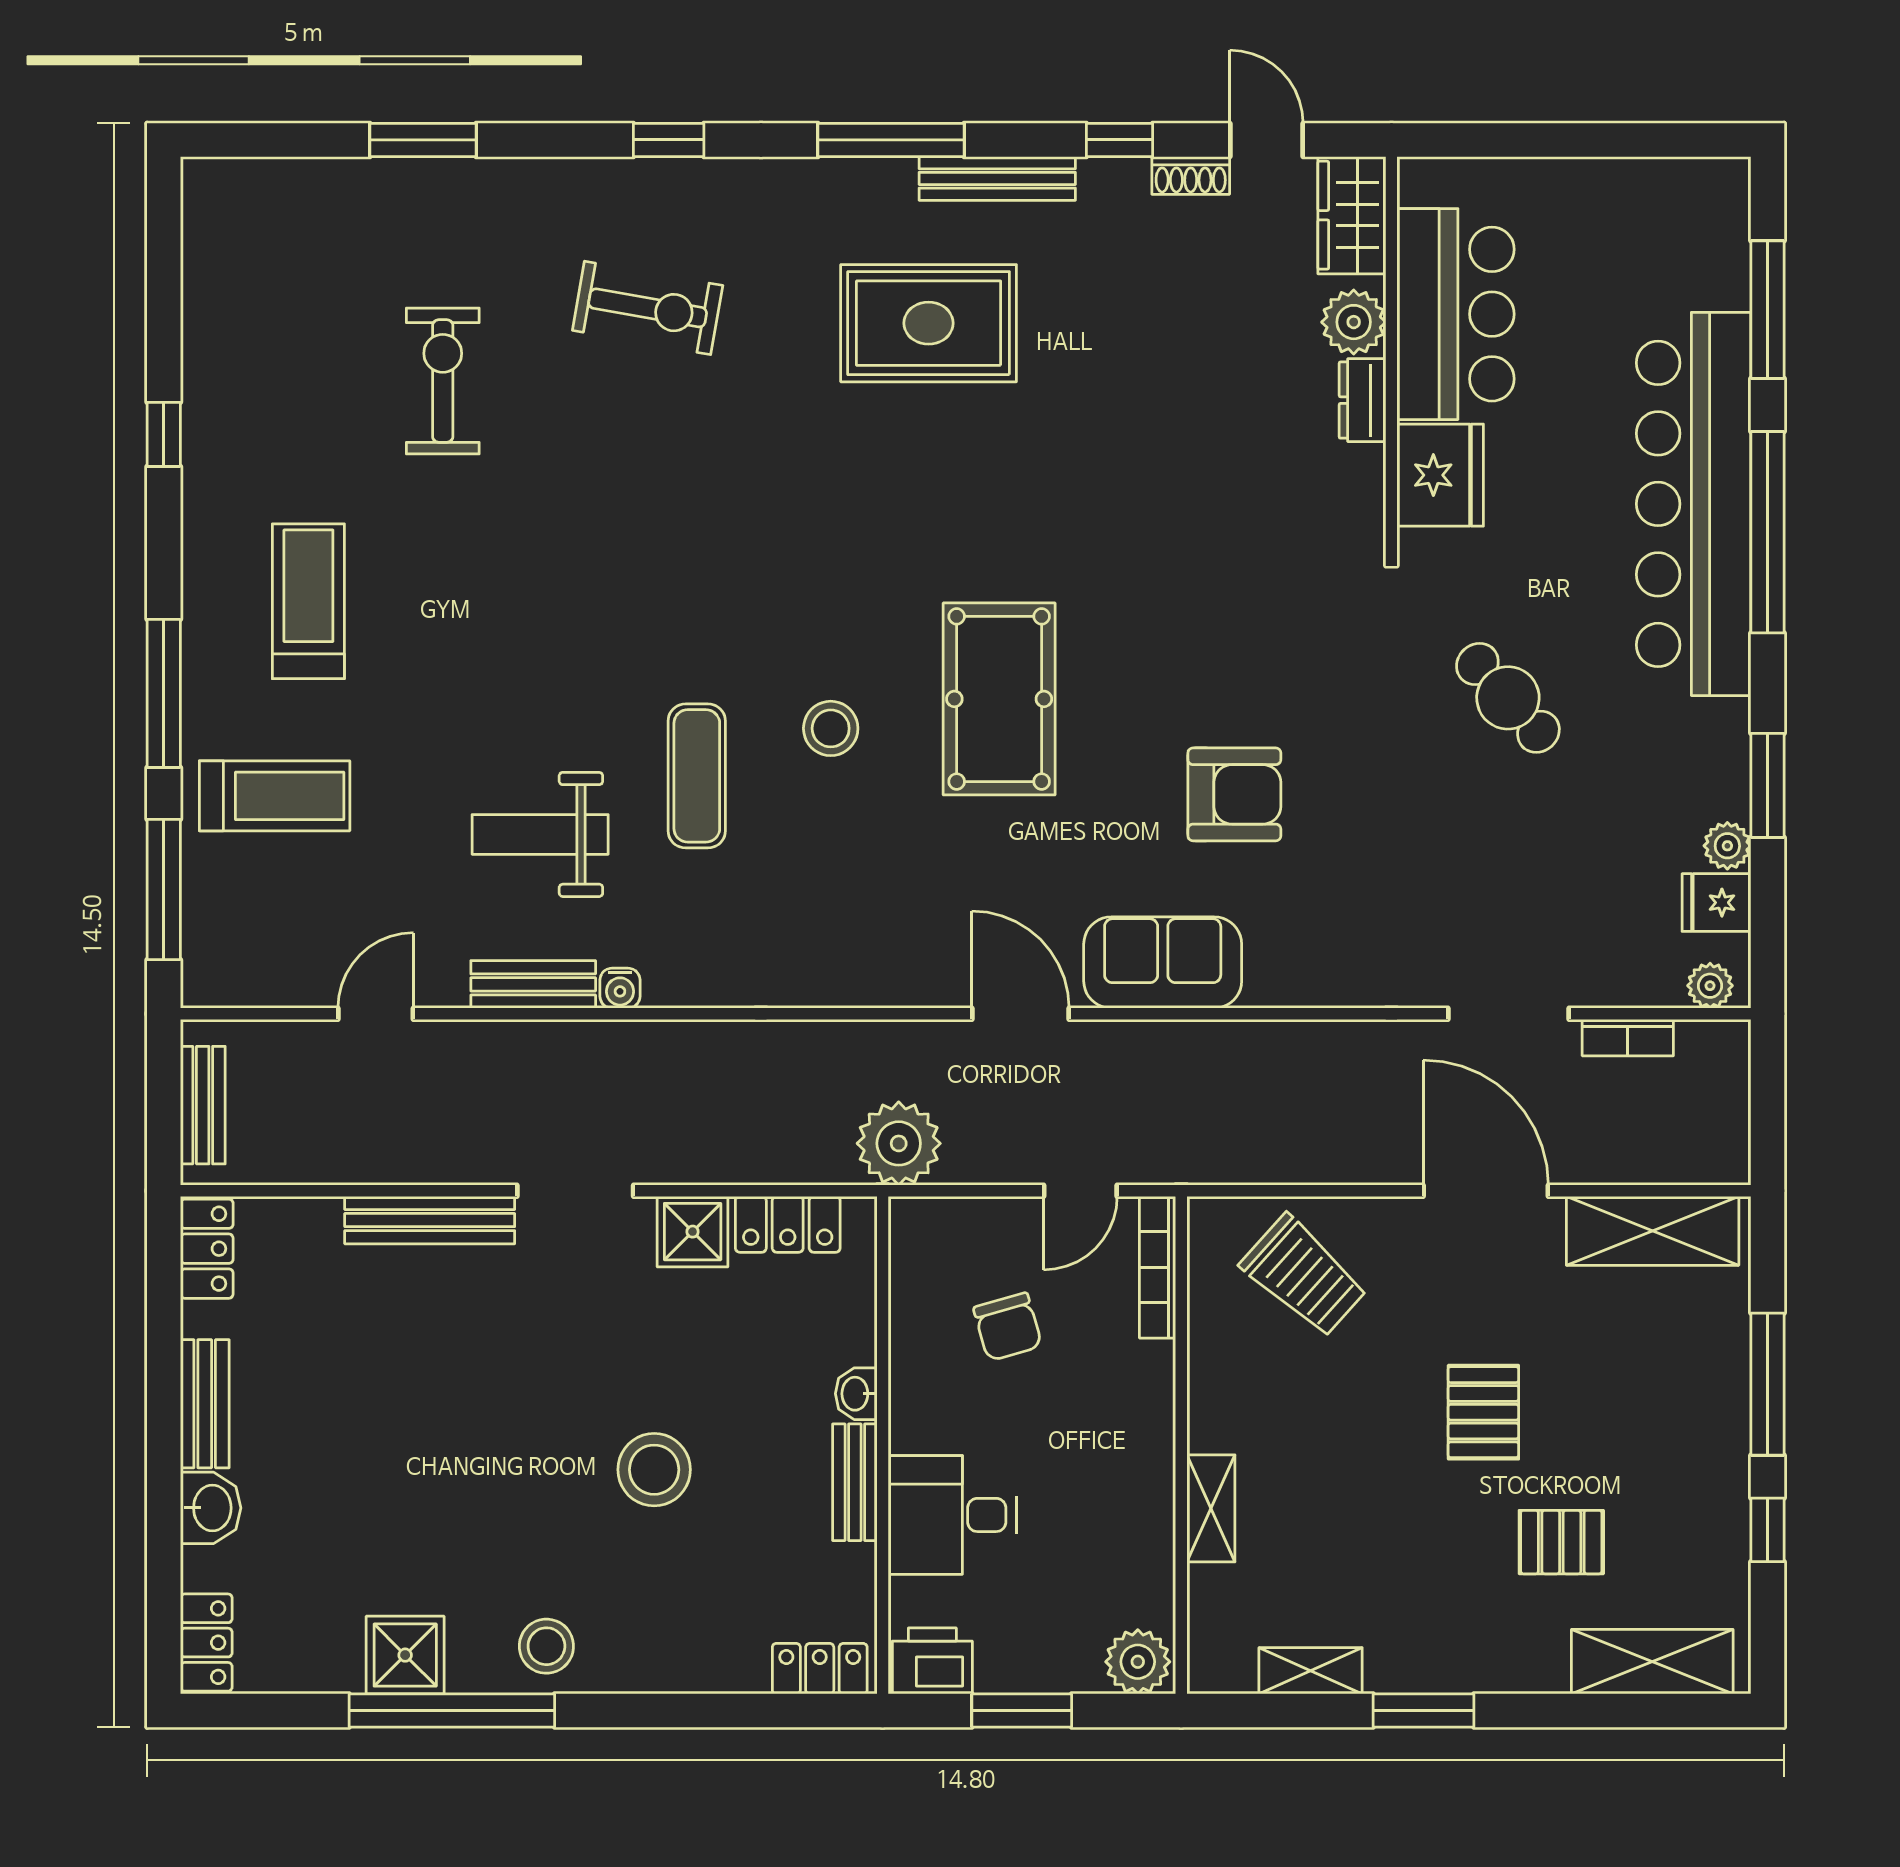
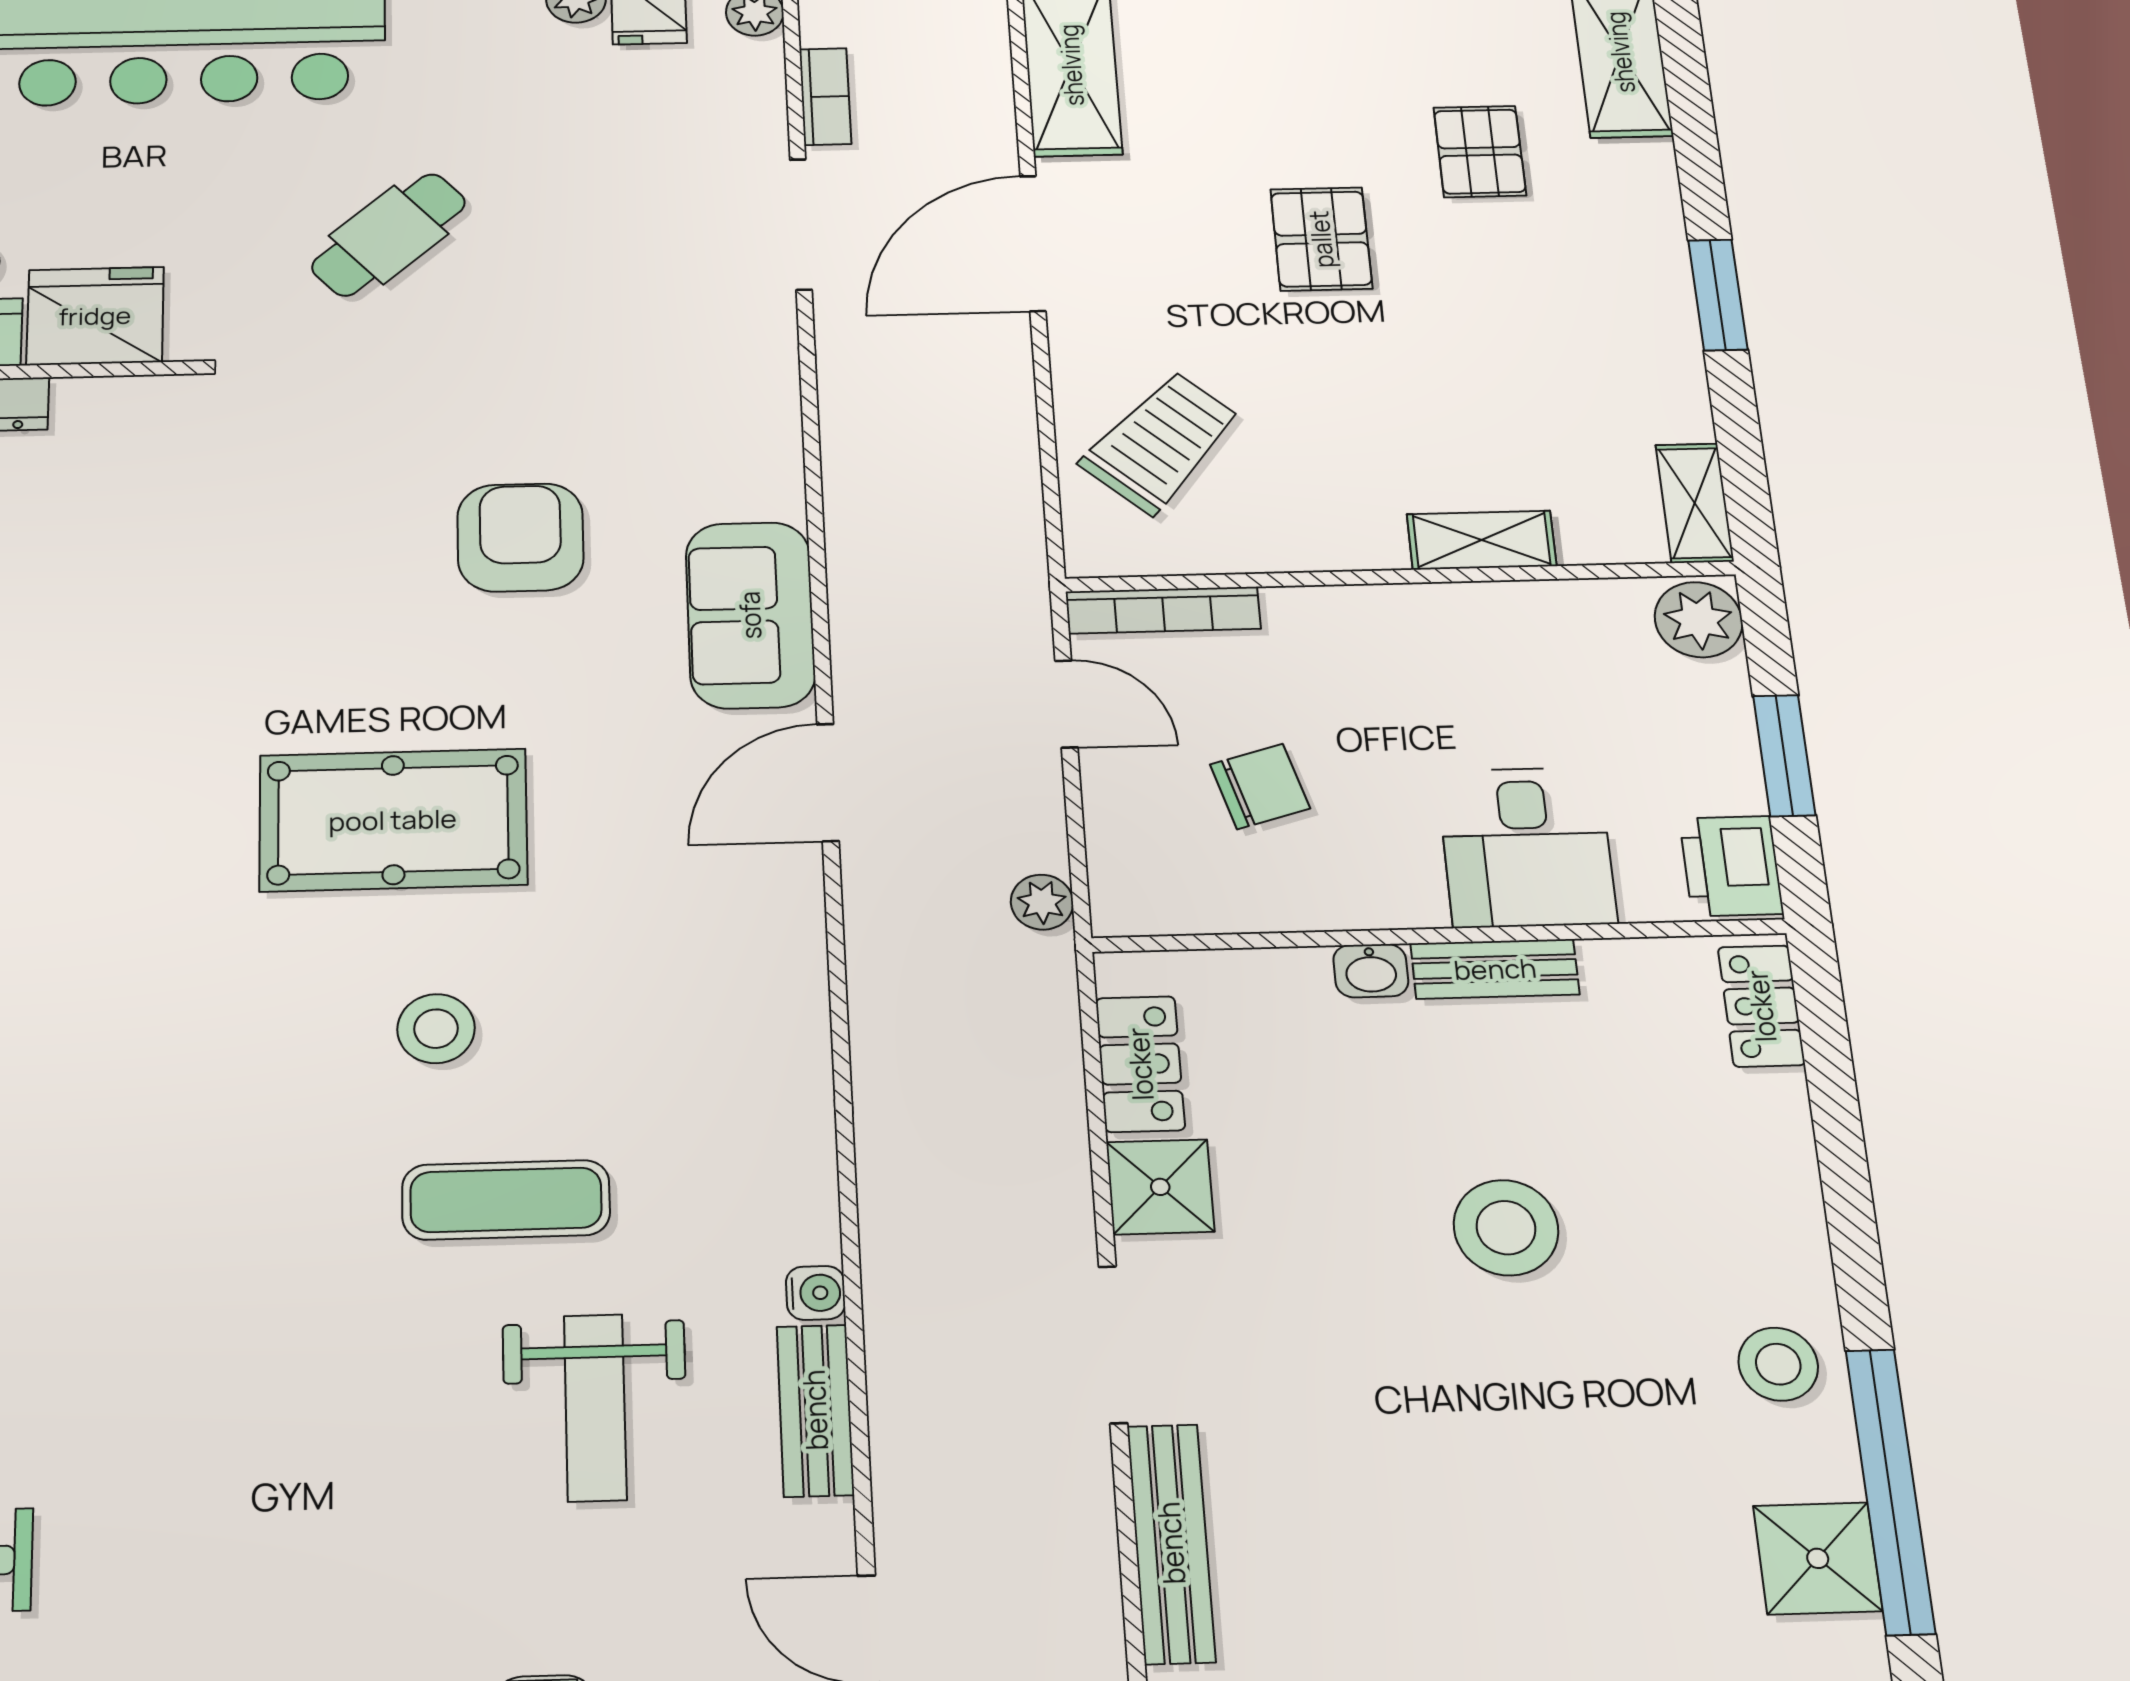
plant: (899, 1143) -> (1042, 902), width x0.53, depth x0.53
pallet: (1483, 1412) -> (1321, 239), turned 90
shelving: (1311, 1671) -> (1695, 503), moved

